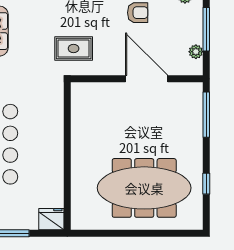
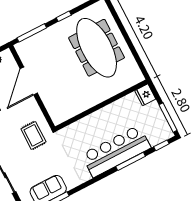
window: (206, 184) -> (64, 16), moved

